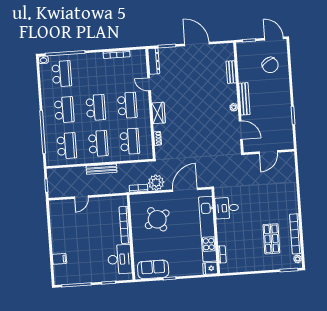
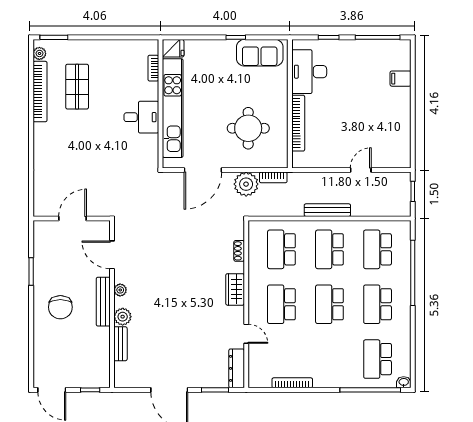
chair: (270, 65) -> (60, 307), moved, turned -148
plant: (231, 90) -> (123, 317), added
desk: (227, 208) -> (141, 117), moved
round table: (157, 219) -> (248, 128), turned 32

